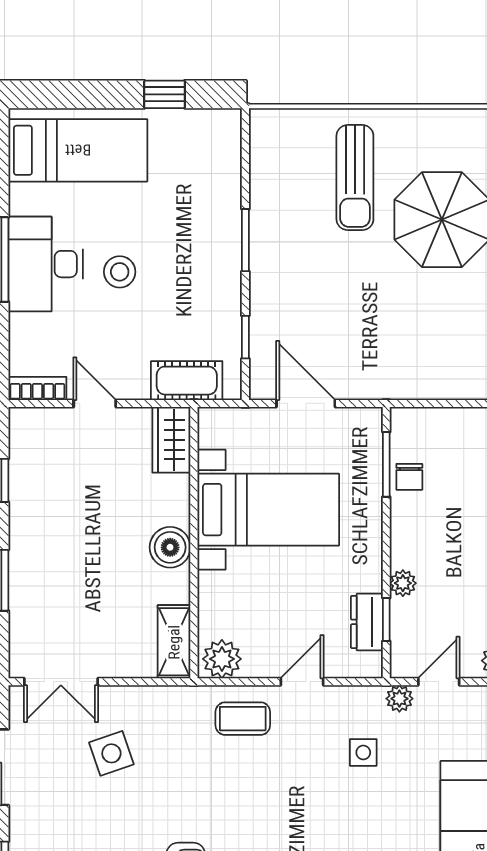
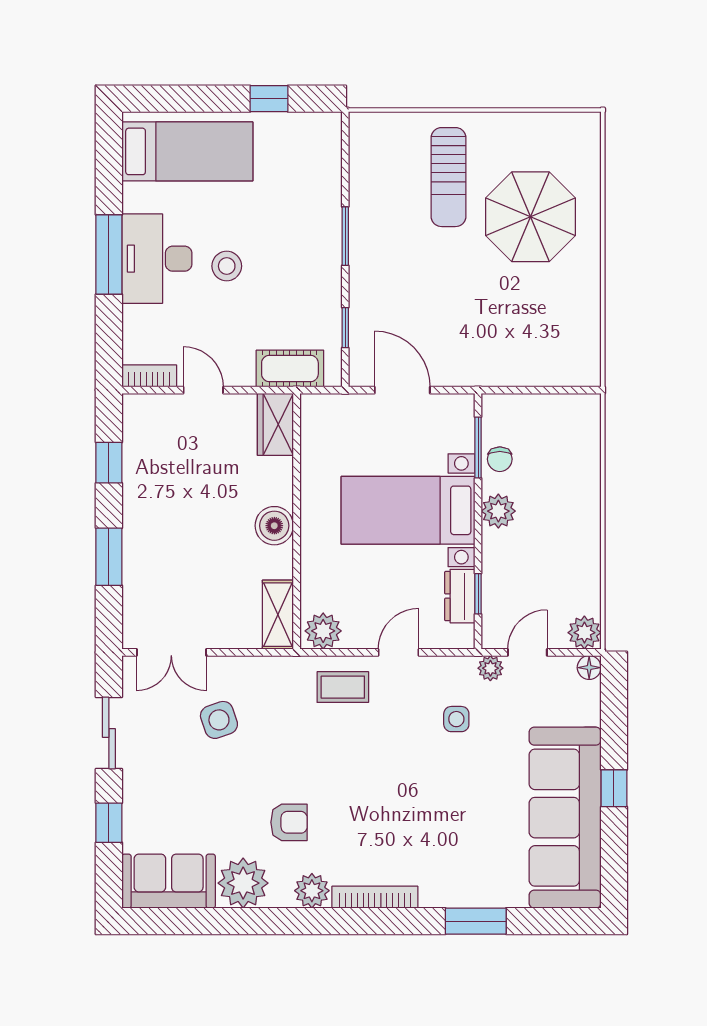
bed with nightstands: (268, 510) -> (408, 510), moved, turned 180
plant: (403, 583) -> (498, 511), moved, width x1.38, depth x1.38

